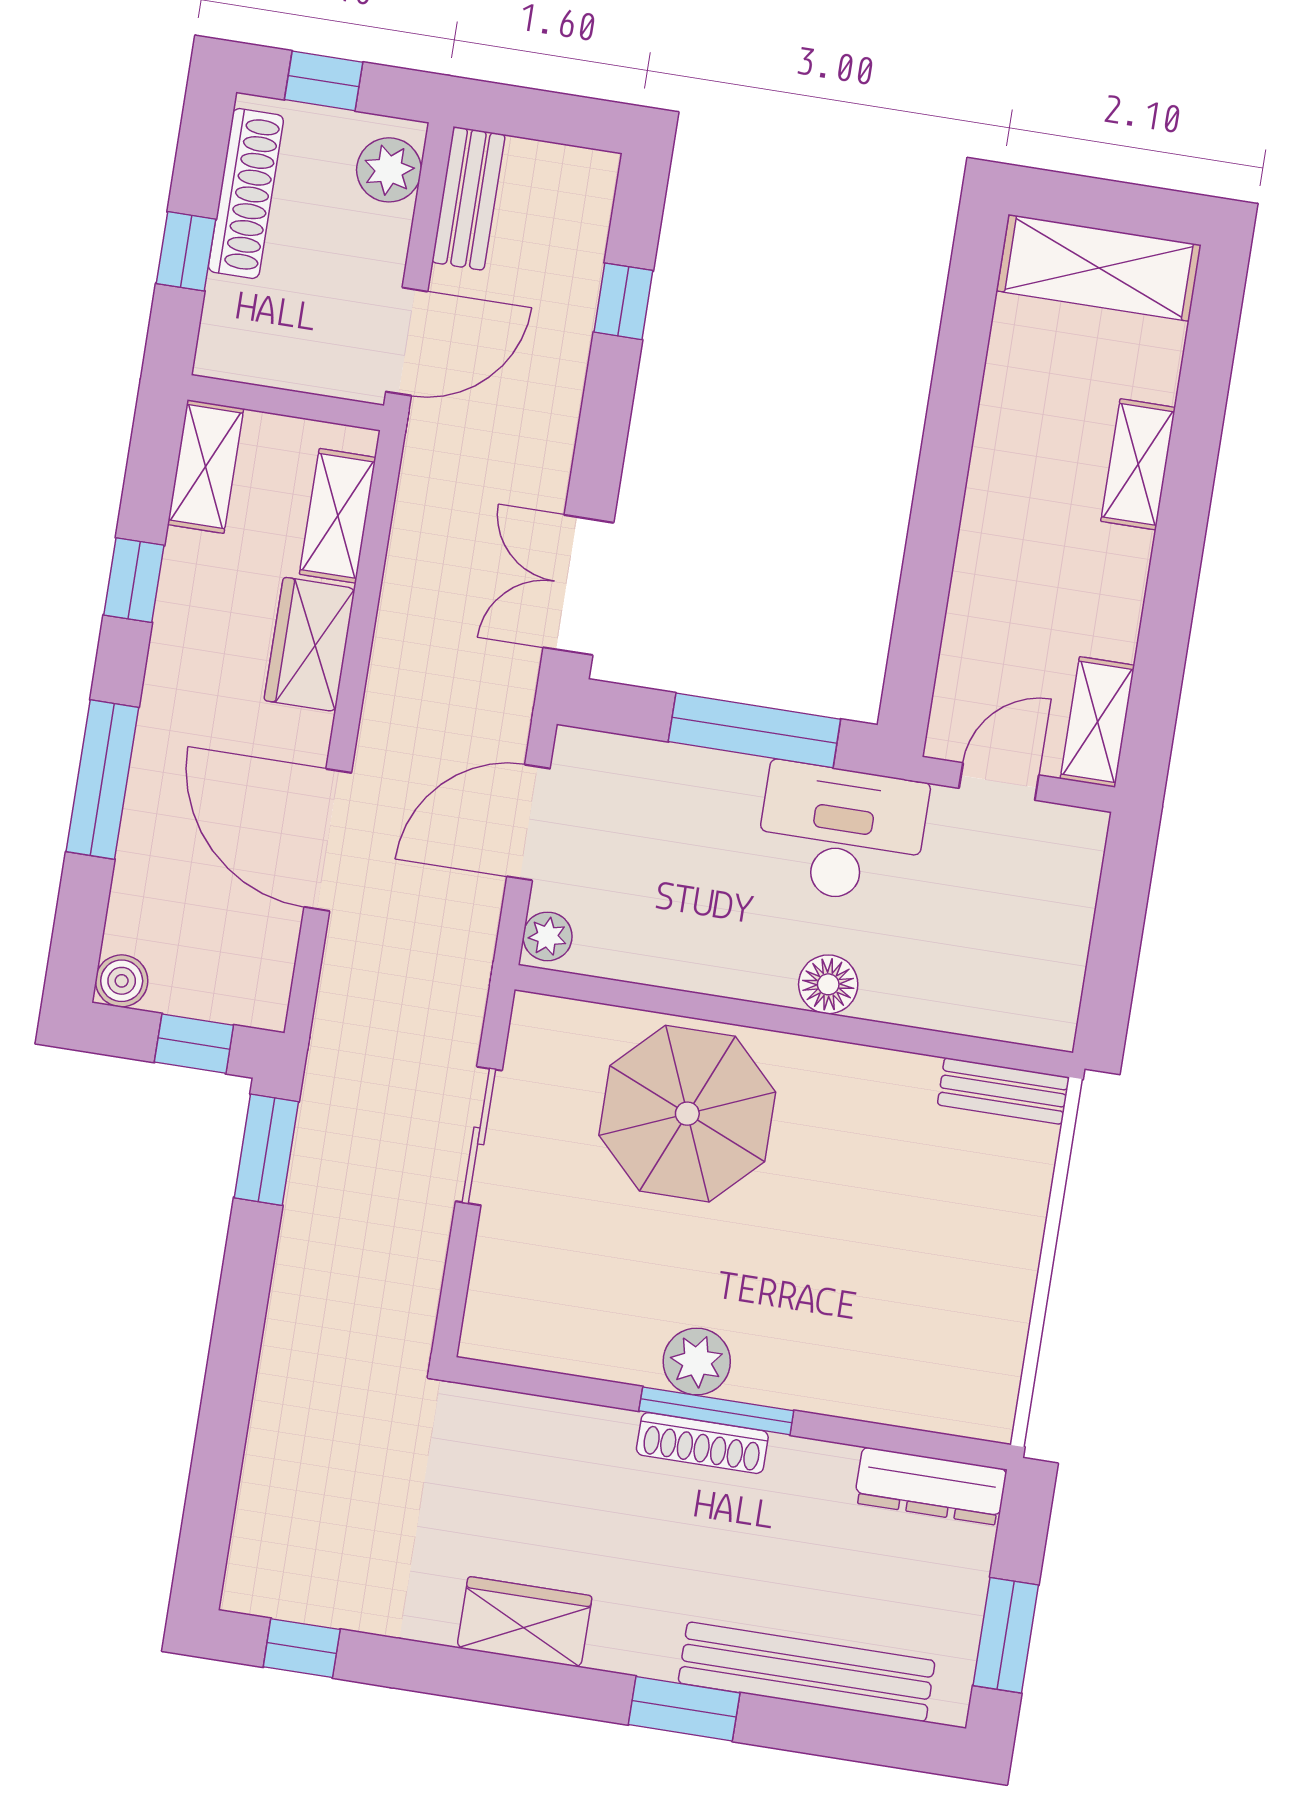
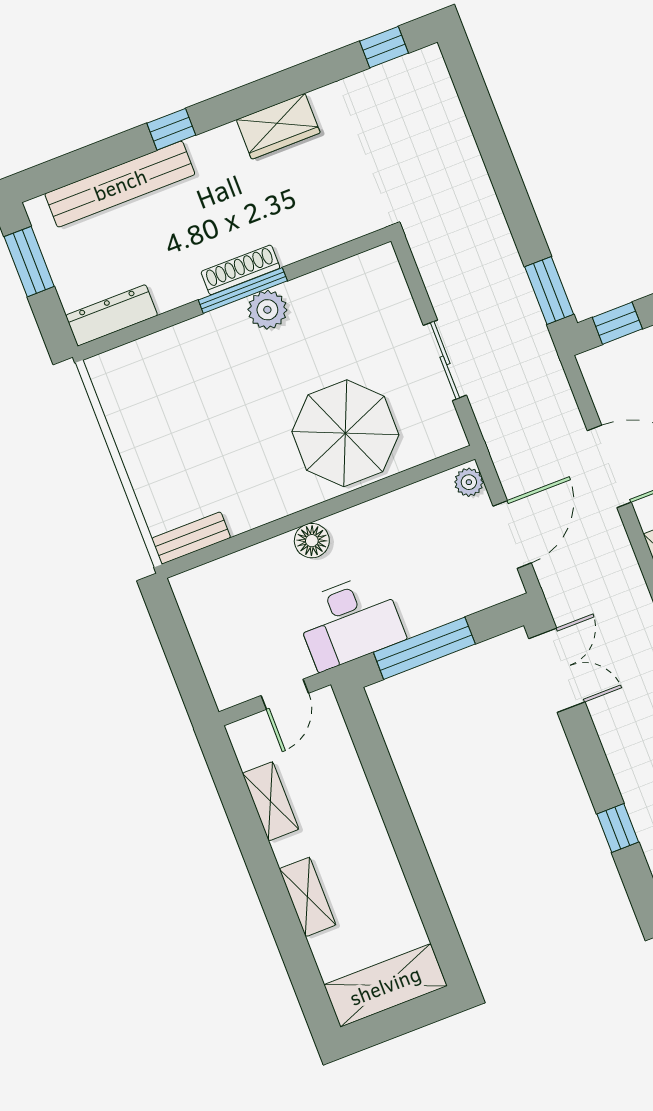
shelving: (1097, 722) -> (271, 801), moved
window: (684, 1709) -> (171, 129), width x0.67

